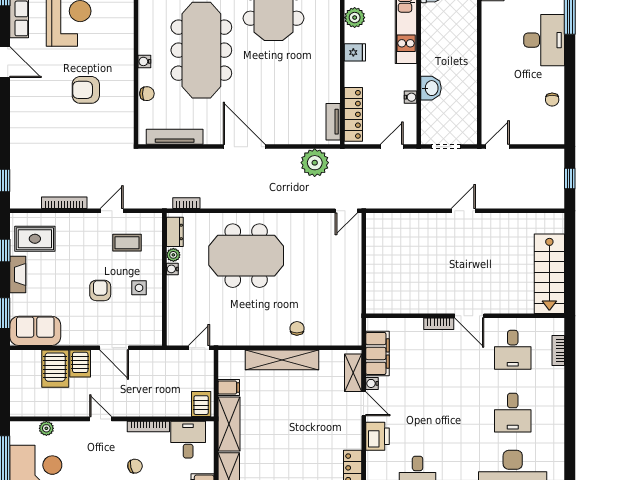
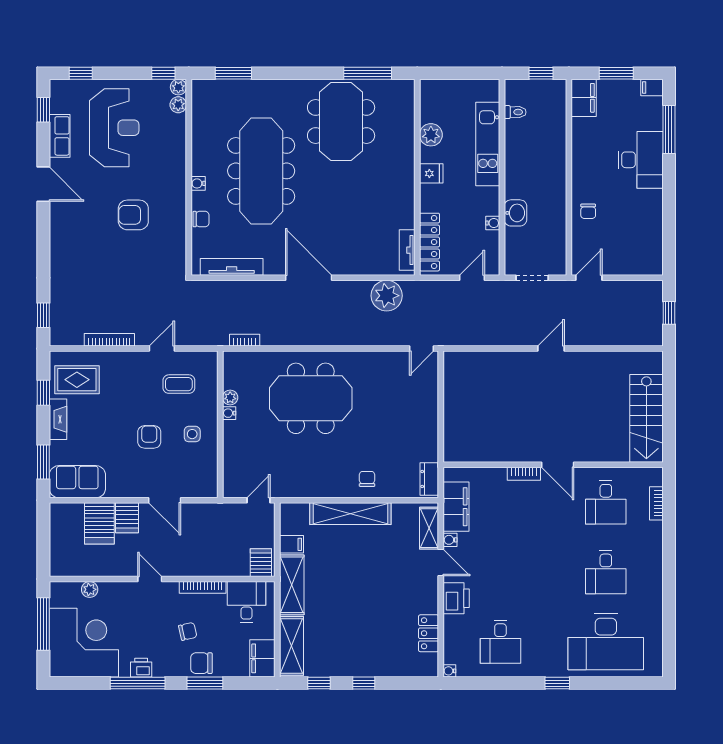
chair: (552, 100) -> (588, 211), moved
dresser: (175, 232) -> (429, 479), moved, turned 180

